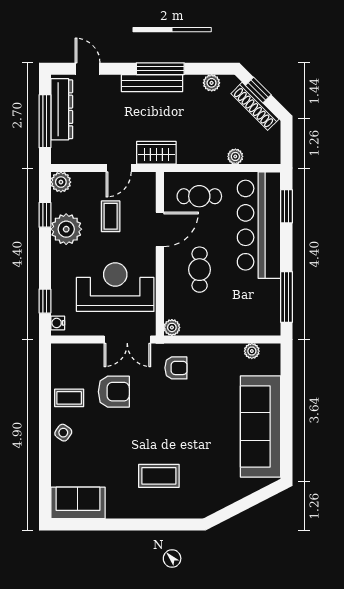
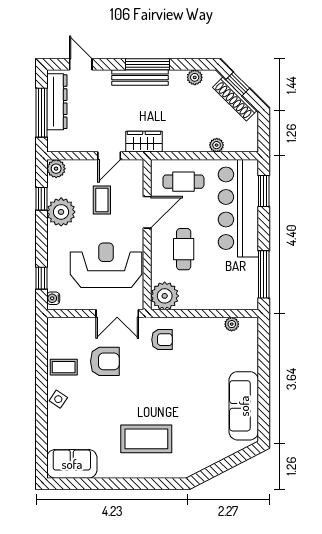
plant: (172, 327) -> (165, 296), width x1.88, depth x1.88
sofa: (261, 426) -> (244, 406), width x0.74, depth x0.79
coffee table: (159, 476) -> (146, 439), width x1.36, depth x1.32

